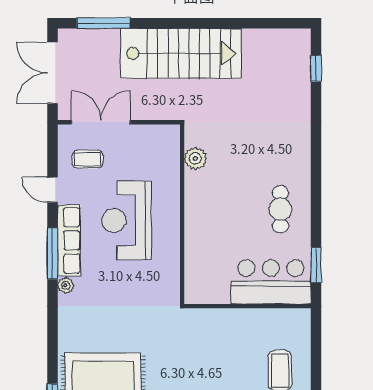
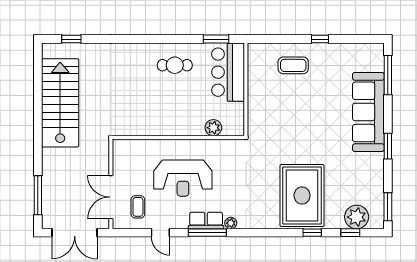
stairs: (181, 53) -> (60, 103), moved
plant: (195, 158) -> (213, 128), moved
door: (52, 190) -> (160, 233), hinge flipped
row of seats: (69, 240) -> (206, 221), width x0.68

